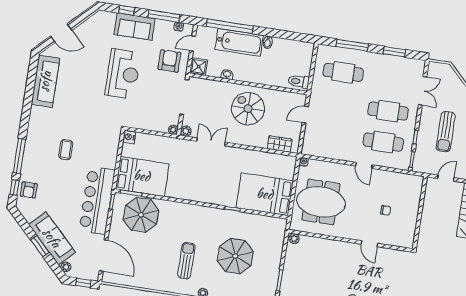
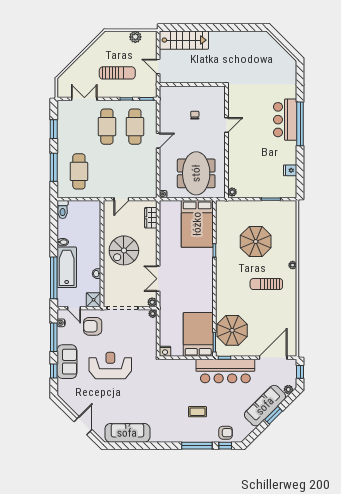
toilet: (299, 81) -> (63, 210), moved
door: (305, 115) -> (121, 199), hinge flipped
coffee table: (66, 150) -> (197, 412), moved

